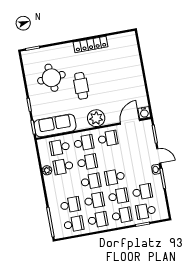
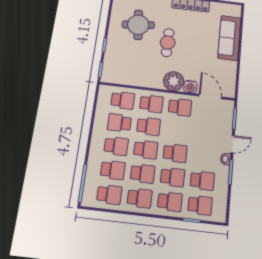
water cooler: (144, 113) -> (190, 87), moved
door: (130, 122) -> (210, 97), hinge flipped
sofa: (55, 125) -> (229, 38), moved, turned -90
school desk: (60, 147) -> (123, 100), turned 180
door: (159, 156) -> (233, 144), hinge flipped
plant: (47, 170) -> (99, 121), removed
school desk: (115, 177) -> (175, 153), turned 180
school desk: (67, 186) -> (116, 146), added
school desk: (146, 211) -> (200, 205), turned 180

